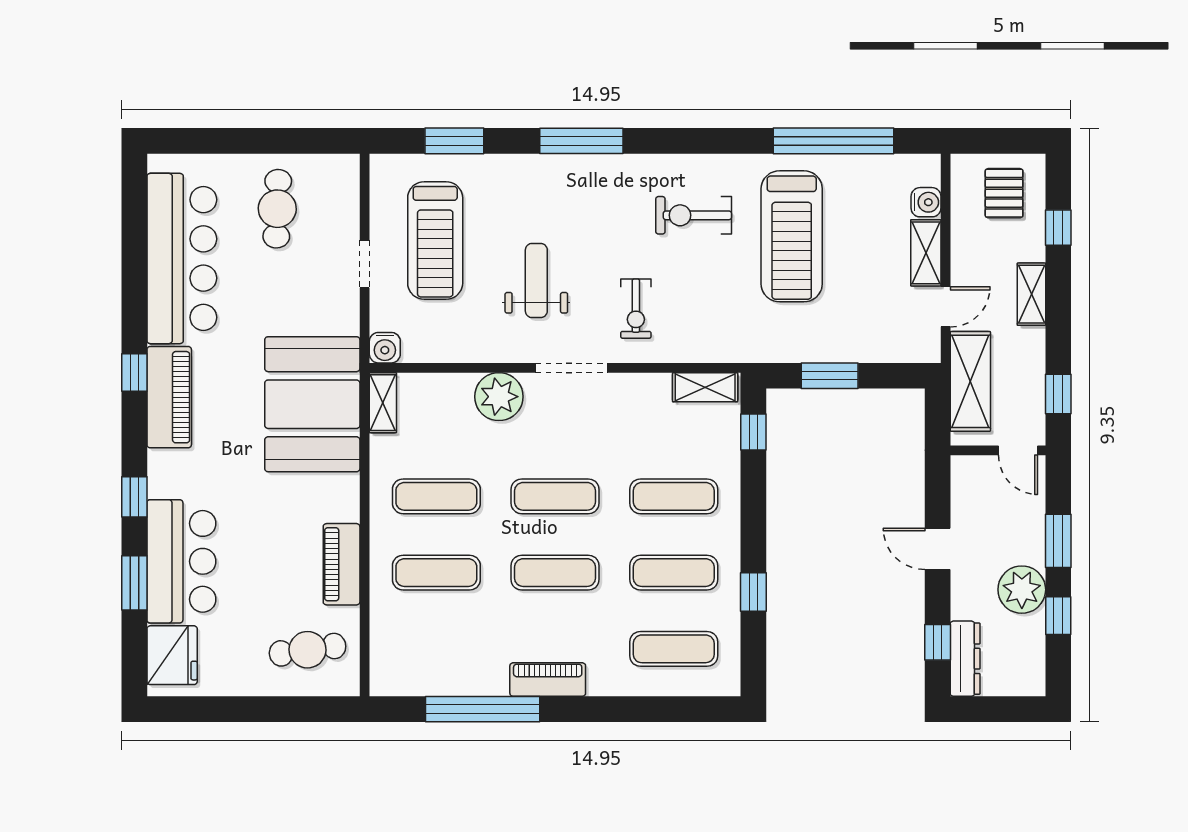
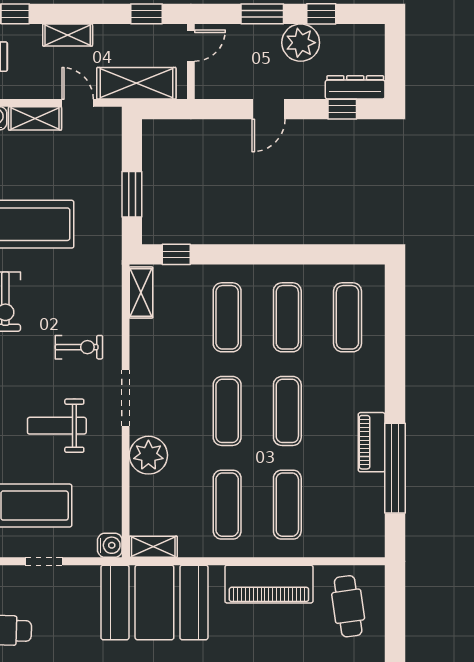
piano: (342, 564) -> (269, 584), width x1.37, depth x1.33
window: (753, 592) -> (303, 254), removed
piano: (548, 680) -> (372, 442), moved

